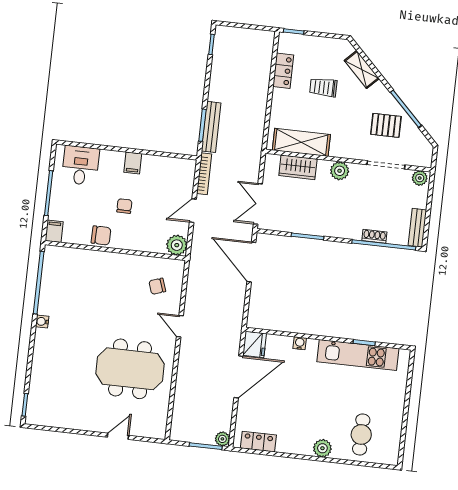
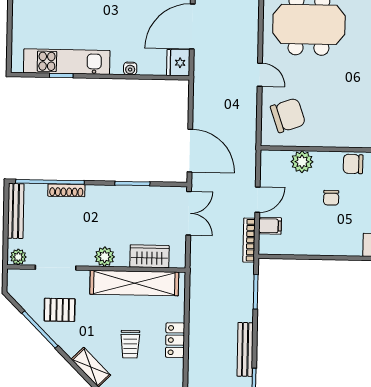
locker: (283, 71) -> (175, 340), moved
trolley: (323, 87) -> (130, 344), turned 90
bench: (211, 127) -> (245, 349), moved
shelving: (301, 142) -> (134, 283), width x1.47
filing cabinet: (133, 163) -> (270, 226), moved, turned 90
bench: (417, 228) -> (16, 211), width x1.36
shoe rack: (374, 236) -> (66, 190), width x1.43
plant: (177, 245) -> (302, 162), moved
chair: (157, 286) -> (288, 115), width x1.87, depth x1.87

